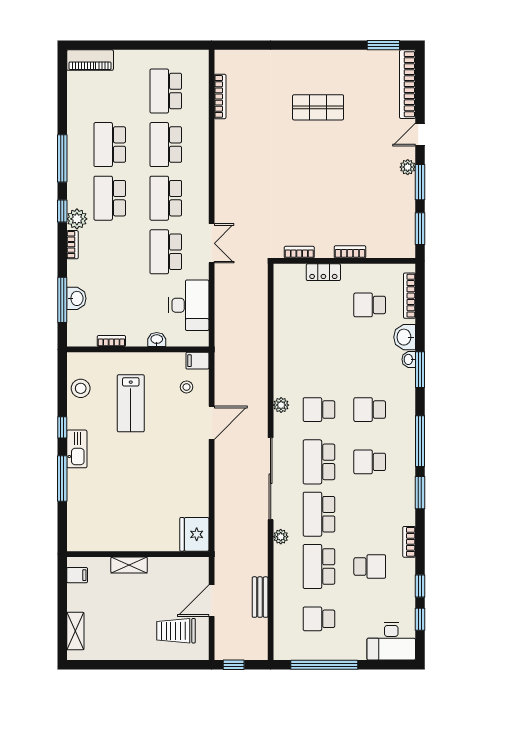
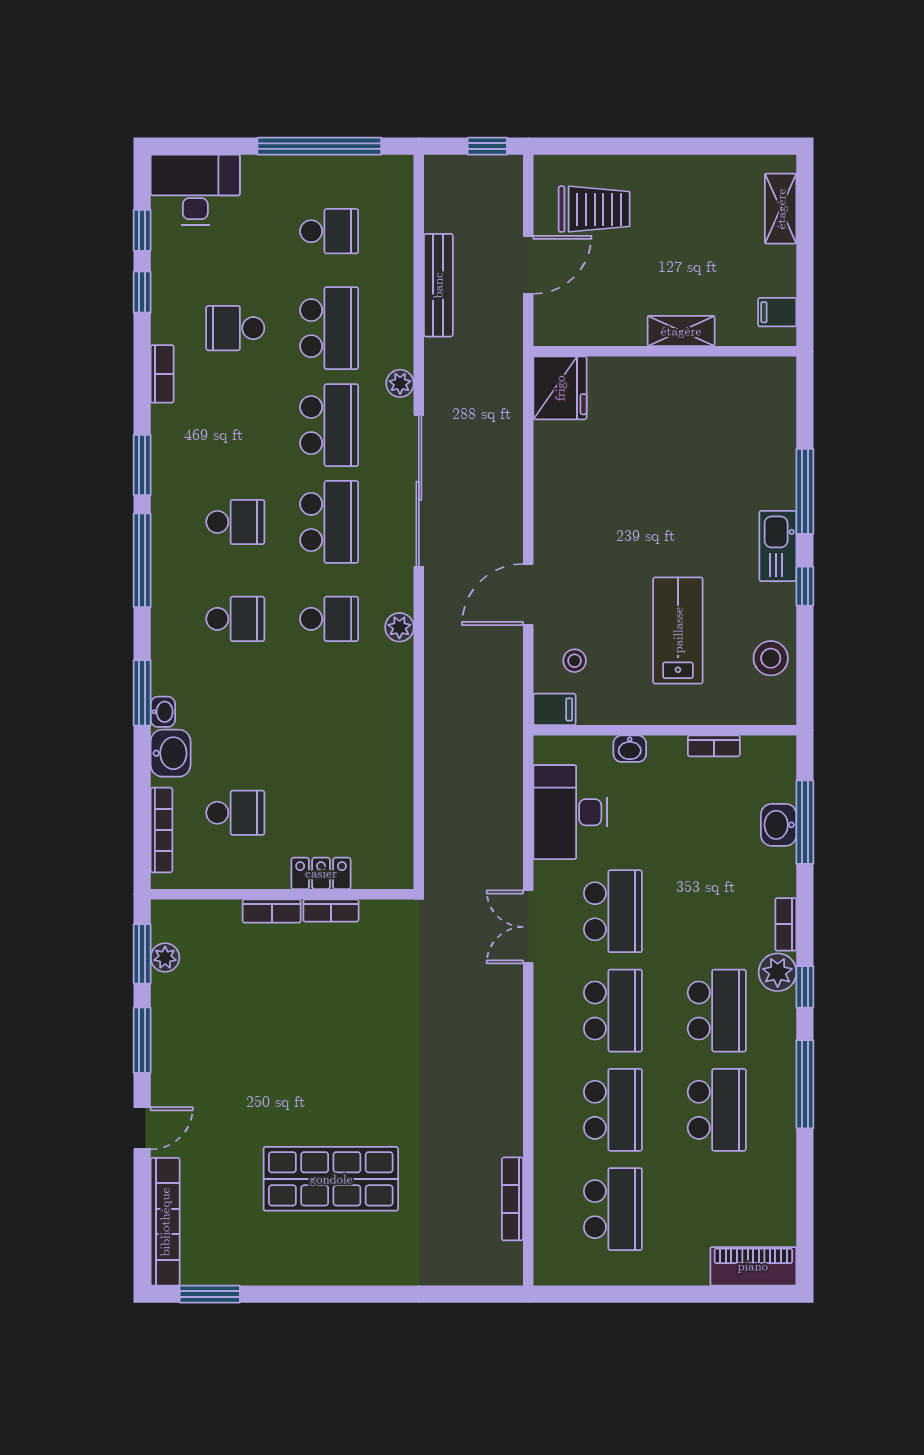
shop shelf: (318, 107) -> (331, 1179), width x1.43, depth x1.36
plant: (408, 167) -> (165, 958), moved
bookcase: (299, 252) -> (331, 911), moved
bench: (260, 597) -> (438, 285), width x1.36

